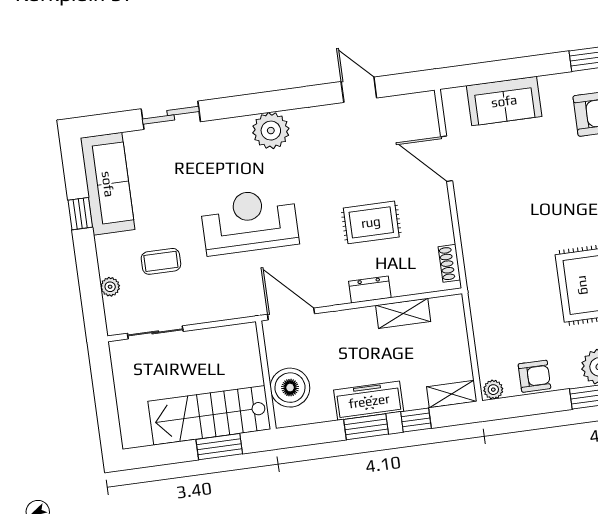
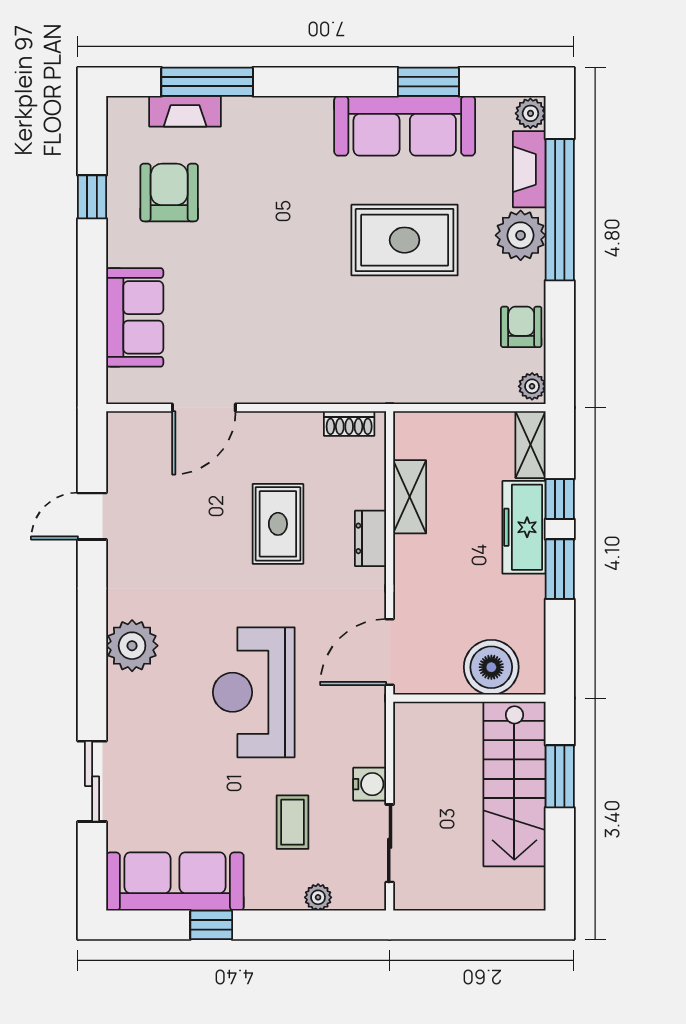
water cooler: (195, 312) -> (370, 784), added
freezer: (369, 401) -> (524, 527), moved

